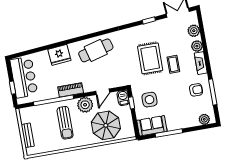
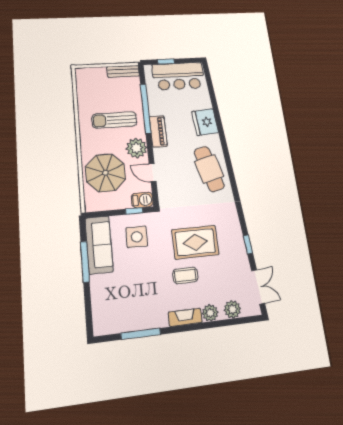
armchair: (196, 90) -> (146, 308), removed
plant: (204, 119) -> (100, 318), removed
sofa: (152, 126) -> (99, 245), width x1.36
bench: (28, 135) -> (123, 71), moved

